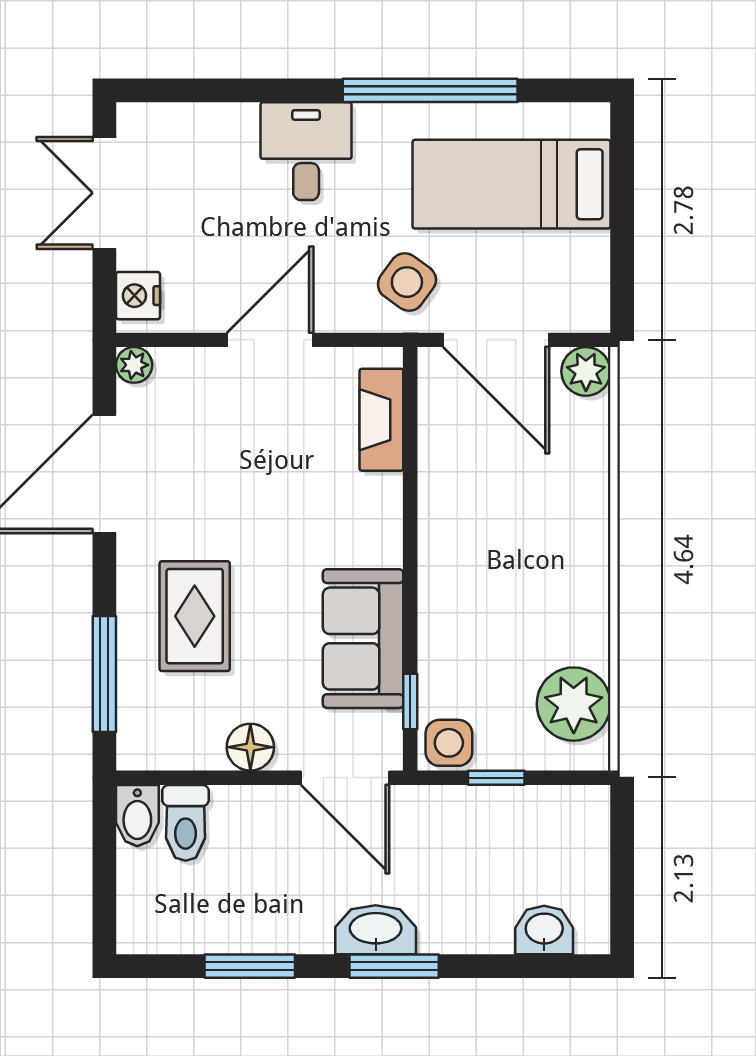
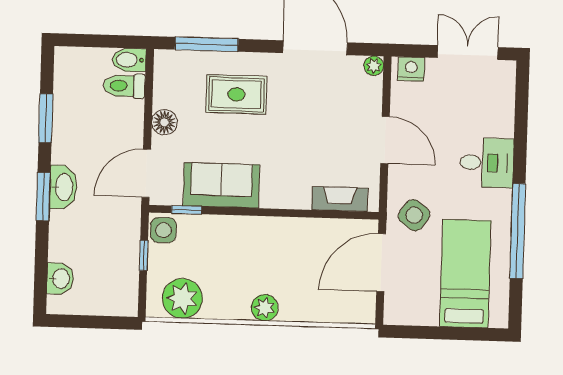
plant: (586, 371) -> (265, 308), moved

